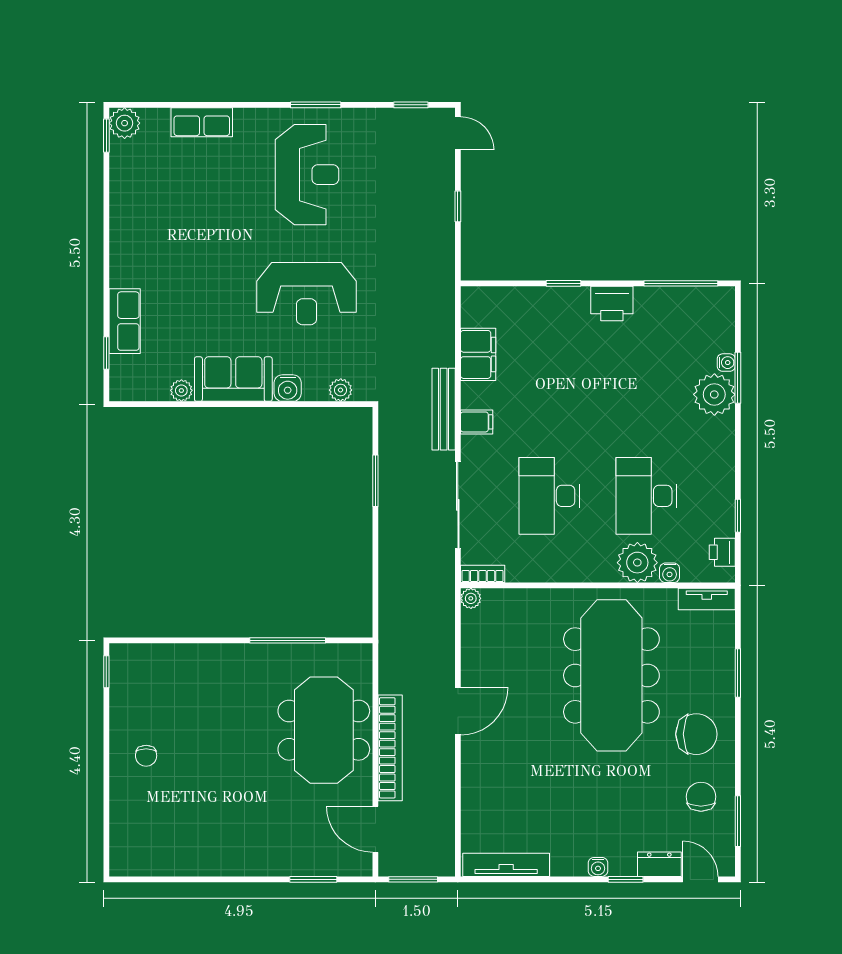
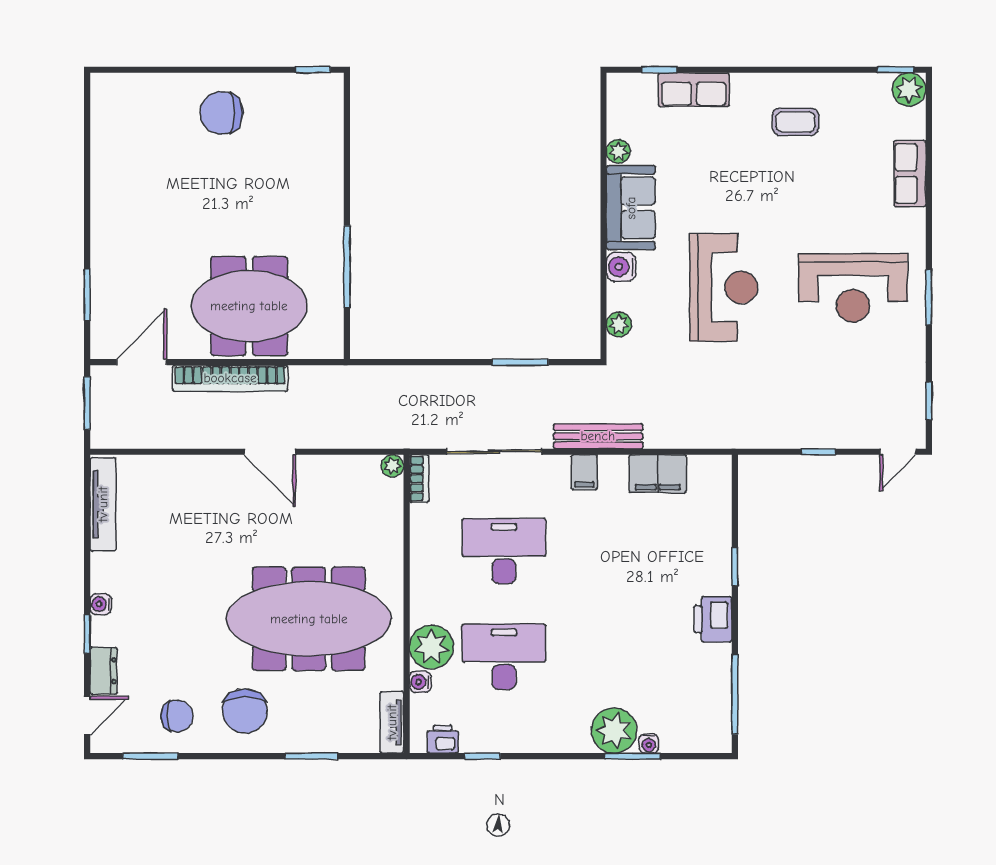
coffee table: (154, 228) -> (796, 122), added
reception desk: (307, 294) -> (724, 287), turned 180
chair: (146, 756) -> (221, 113), width x1.87, depth x1.87

